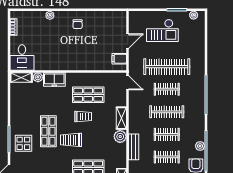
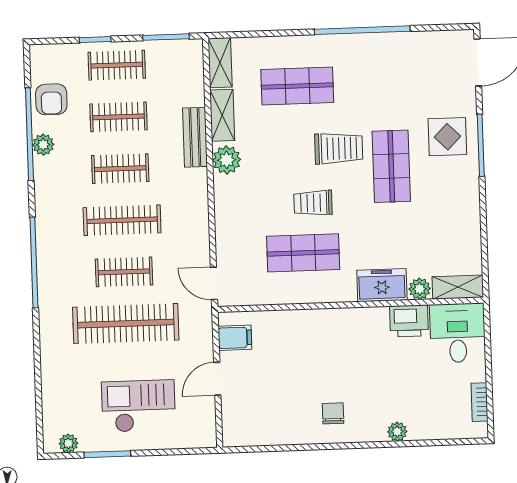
printer: (43, 63) -> (409, 321), added
shelving: (121, 118) -> (222, 115), moved

